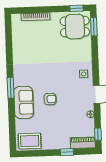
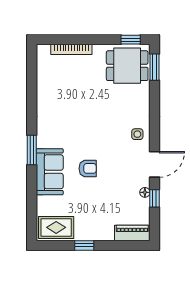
window: (98, 134) -> (155, 198), moved
window: (67, 152) -> (84, 245), moved

